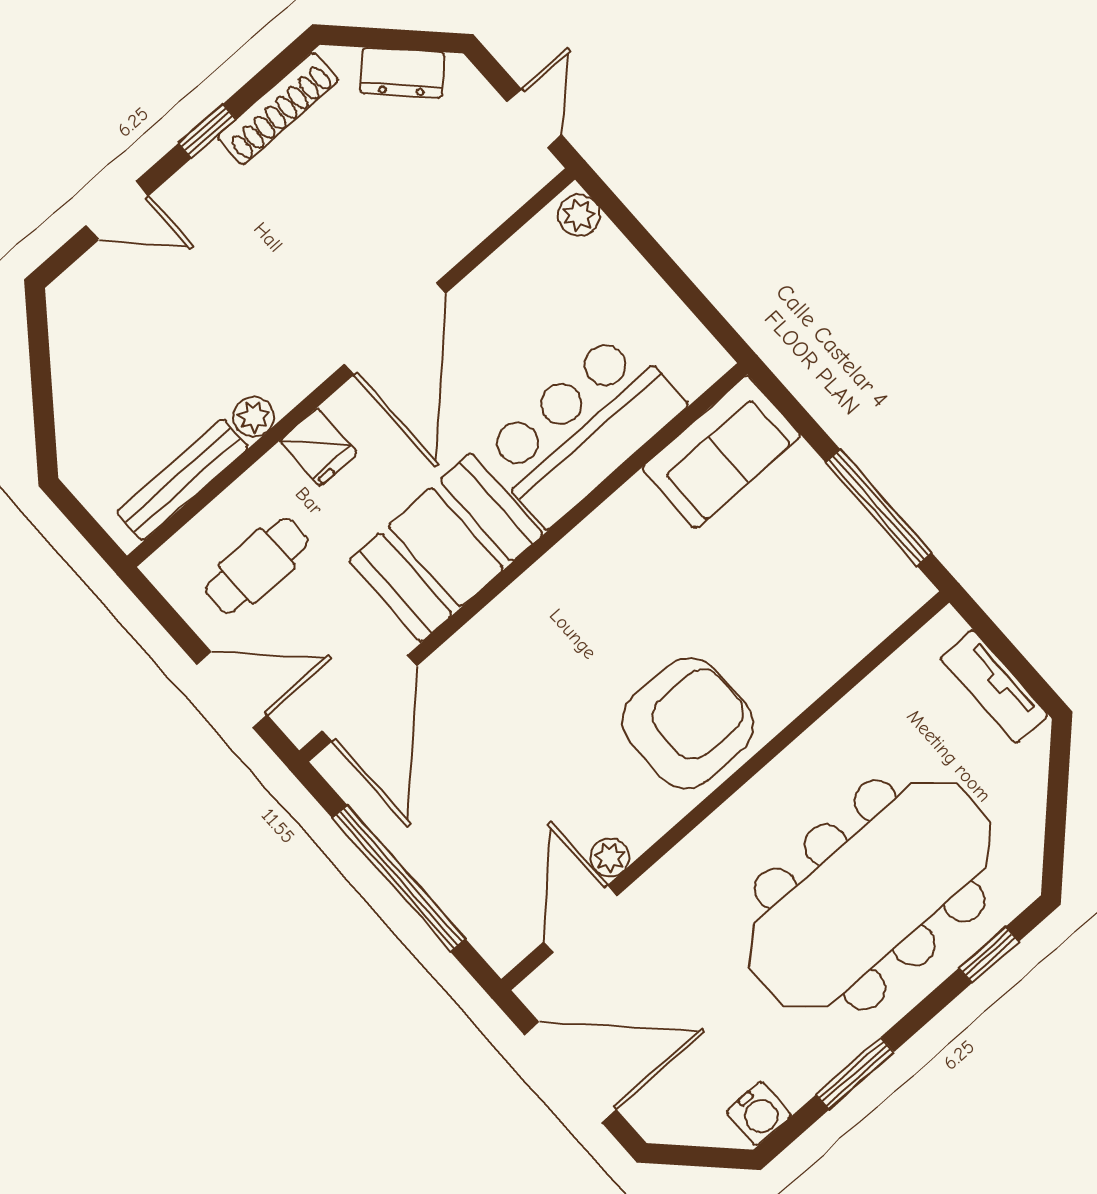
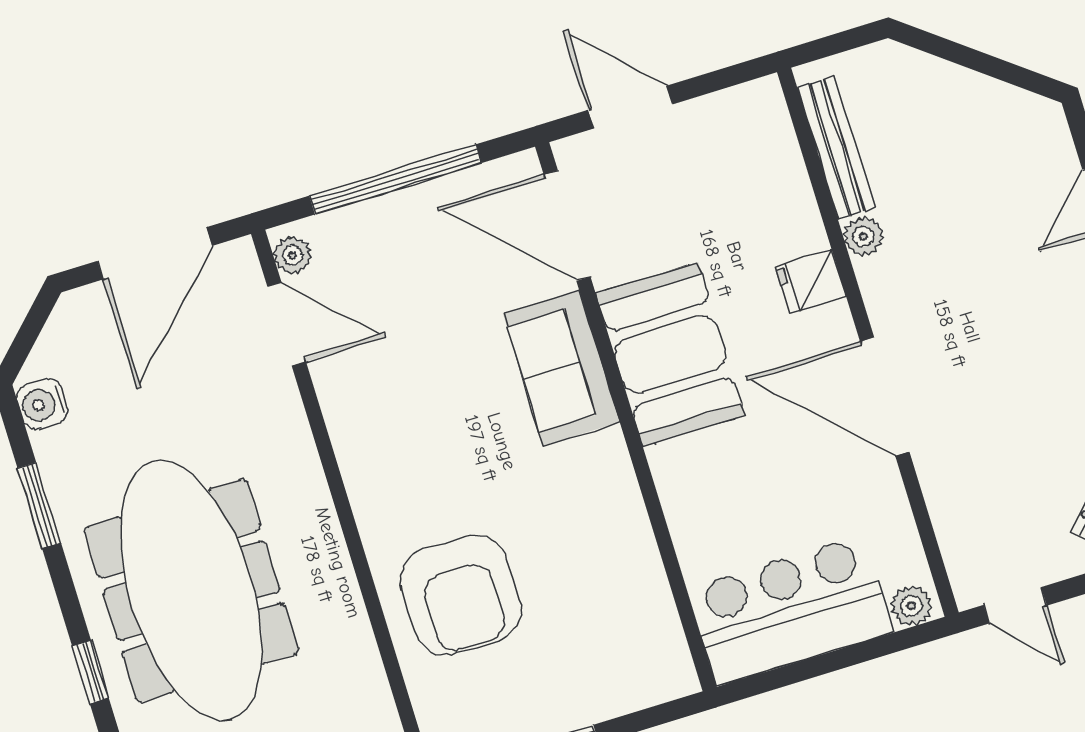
bar counter: (583, 429) -> (790, 610), moved, turned -90
sofa: (721, 452) -> (561, 368), moved
cafe table: (257, 566) -> (730, 179), removed
door: (232, 690) -> (630, 107), swing flipped
armchair: (688, 723) -> (461, 595), moved
plant: (610, 857) -> (293, 255), moved

